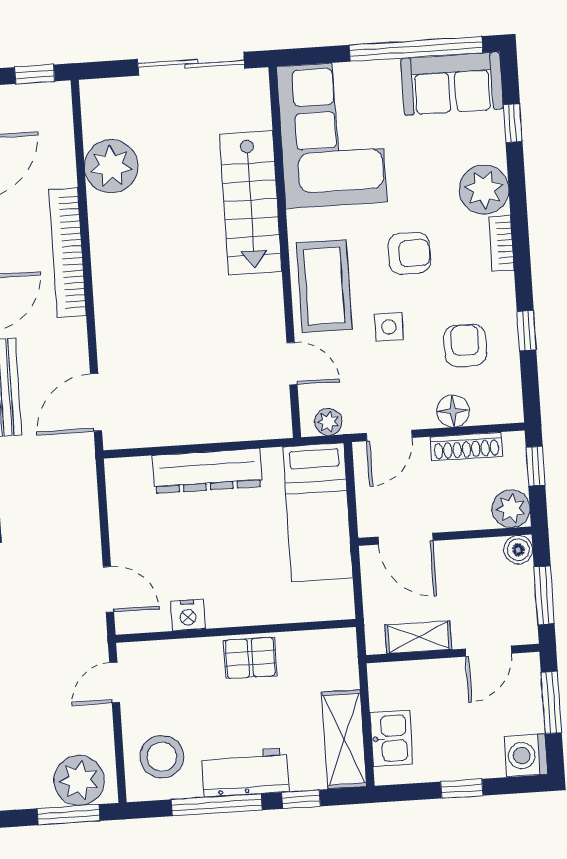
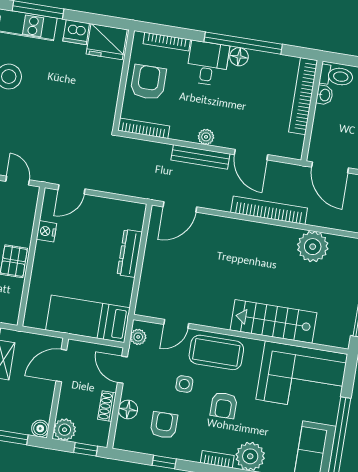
armchair: (465, 345) -> (164, 425), turned -90
door: (96, 402) -> (180, 207), swing flipped
shoe rack: (466, 447) -> (107, 406), width x0.70
dresser: (207, 471) -> (130, 253), width x0.73, depth x0.80

